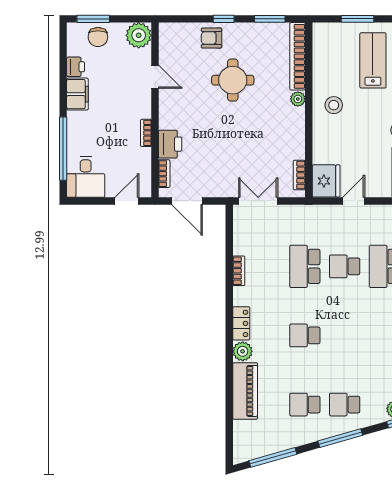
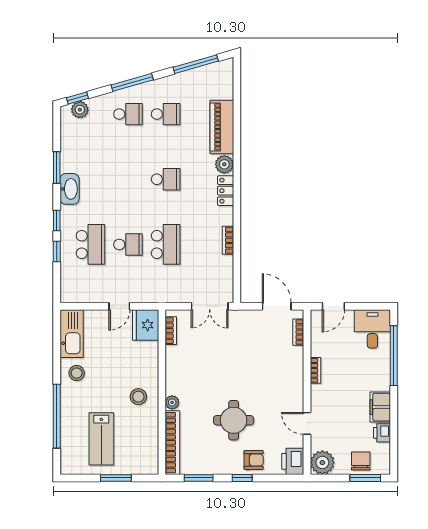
printer: (170, 144) -> (293, 461), moved

